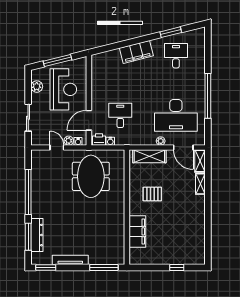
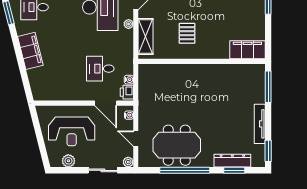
window: (57, 61) -> (40, 138), removed
reception desk: (63, 89) -> (72, 131), turned 180
plant: (69, 141) -> (128, 162), moved
door: (57, 147) -> (136, 139), hinge flipped
meeting table: (91, 176) -> (177, 145), moved
filing cabinet: (137, 231) -> (247, 50), moved
window: (28, 237) -> (234, 170), width x0.69

